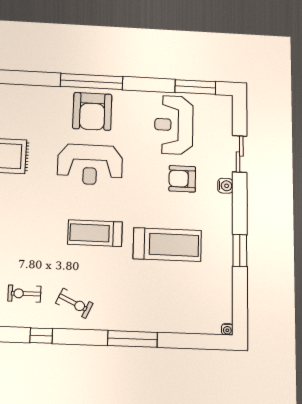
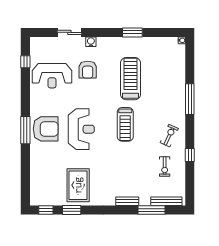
window: (92, 81) -> (25, 130), width x0.68
window: (195, 87) -> (25, 62), width x0.46

